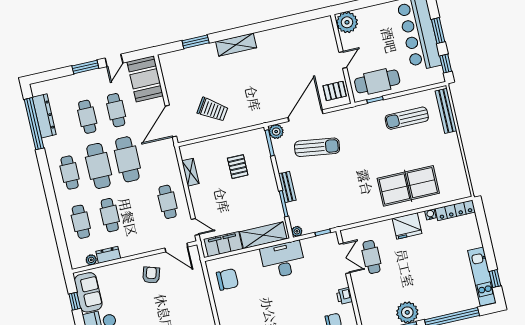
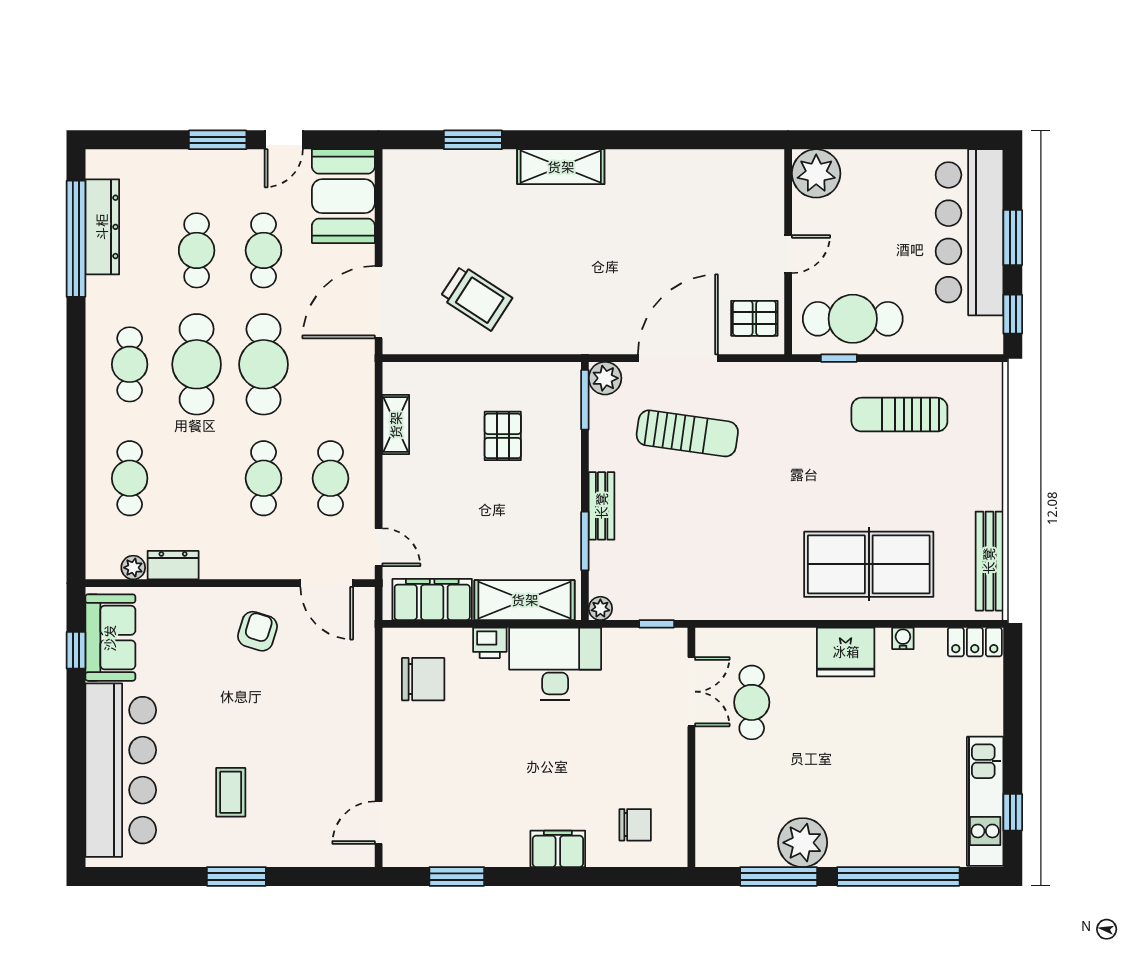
bench: (446, 111) -> (989, 561), moved
locker: (455, 210) -> (975, 642), width x0.66
cafe table: (110, 215) -> (264, 478), moved
printer: (344, 296) -> (490, 643), moved, turned -90

